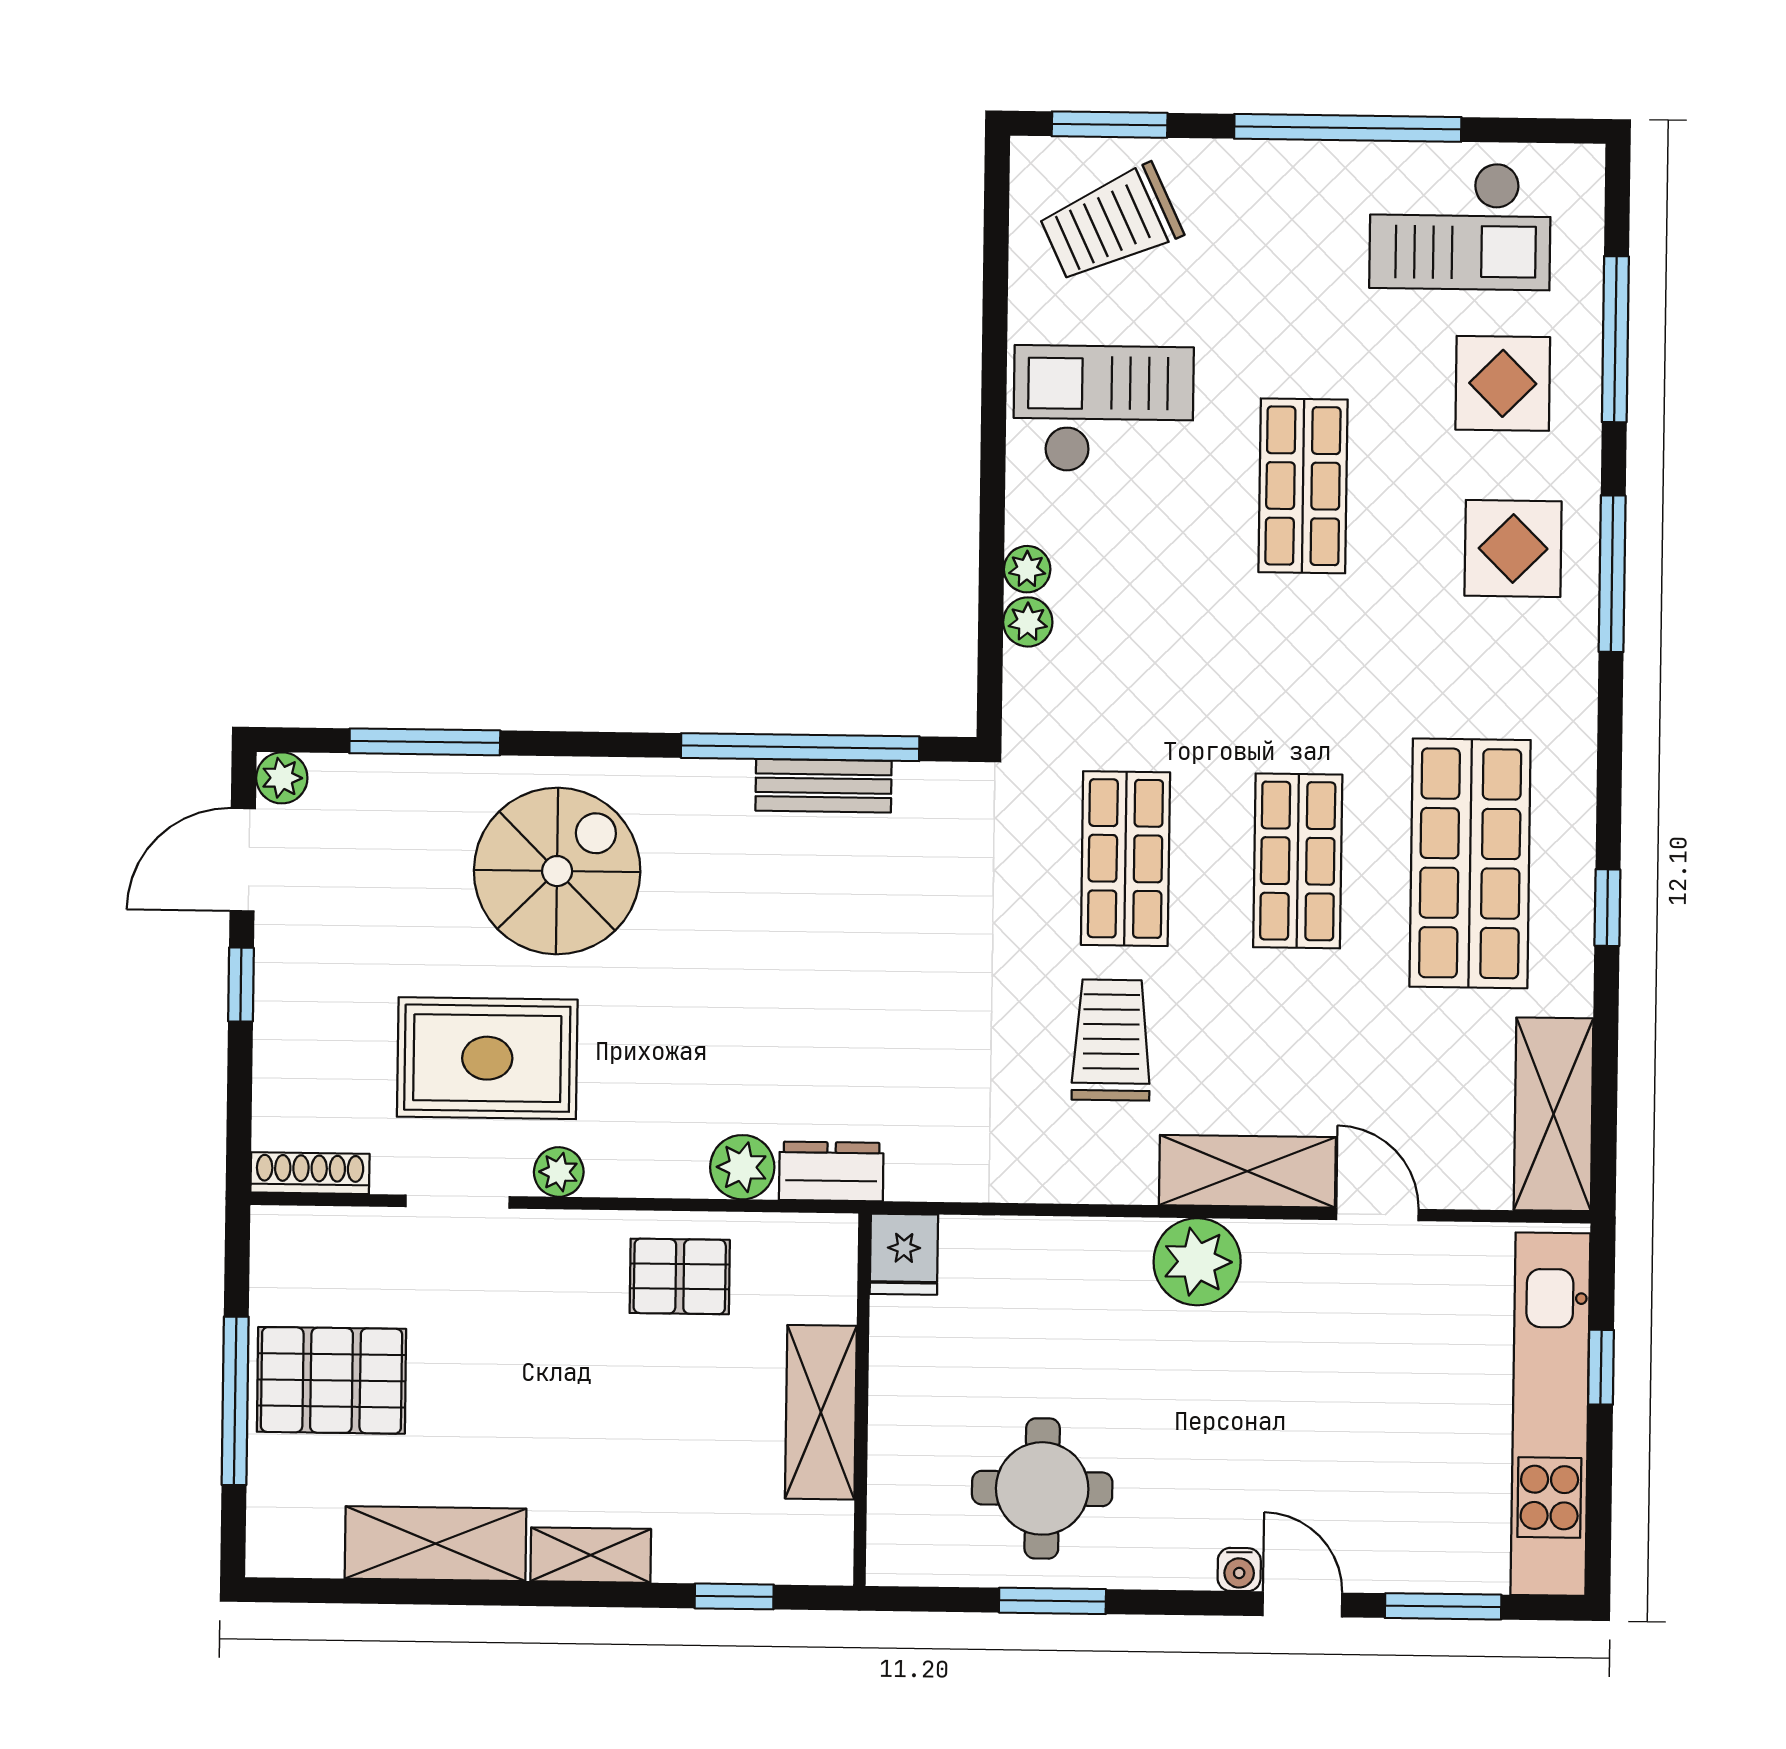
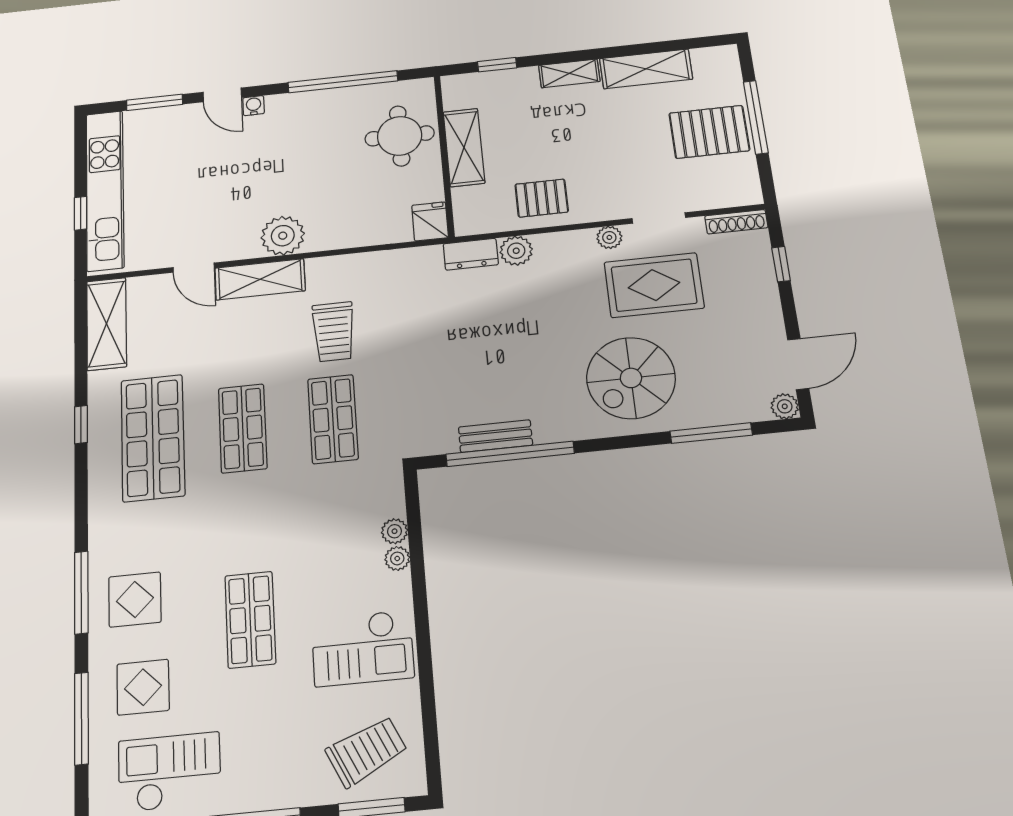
window: (241, 985) -> (781, 264), moved
round table: (1042, 1488) -> (400, 136), moved
window: (1052, 1601) -> (343, 82), width x2.11

